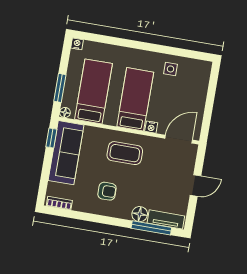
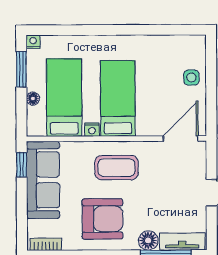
side table: (171, 69) -> (191, 77), moved
window: (60, 88) -> (21, 69), moved
floor lamp: (65, 113) -> (33, 99), moved
nightstand: (151, 127) -> (92, 130), moved
armchair: (107, 191) -> (103, 219), width x1.88, depth x1.88

